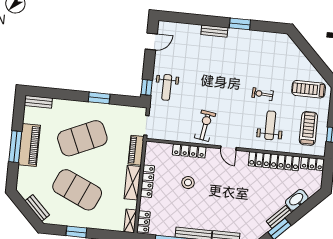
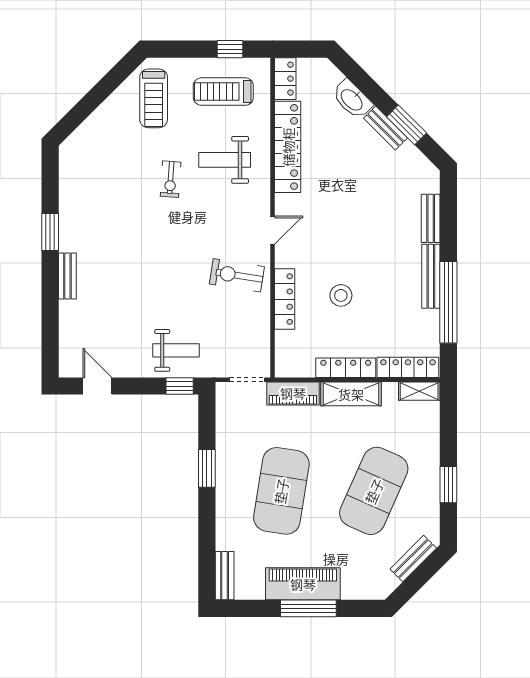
exercise mat: (82, 138) -> (281, 491), turned 33
locker: (143, 222) -> (408, 367), width x1.53

